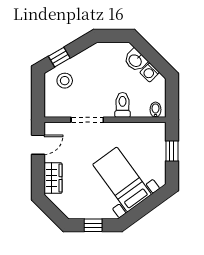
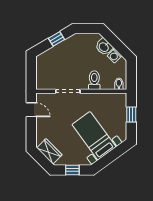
window: (59, 57) -> (57, 39), moved
stool: (65, 81) -> (51, 62), removed
door: (38, 145) -> (31, 110), hinge flipped
wardrobe: (53, 178) -> (49, 151), moved, turned -45

